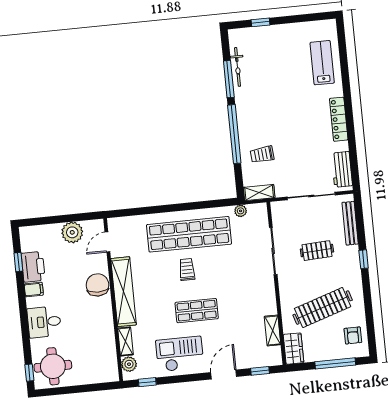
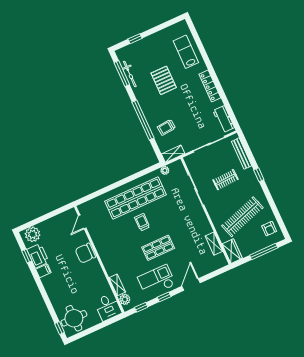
window: (229, 79) -> (122, 74), moved
pallet: (280, 91) -> (164, 80), added
plant: (72, 232) -> (33, 234), moved
chair: (97, 285) -> (85, 253), turned -90
shelving: (124, 292) -> (104, 252), removed
desk: (44, 322) -> (108, 307), moved, turned -90
window: (260, 371) -> (164, 297), moved

